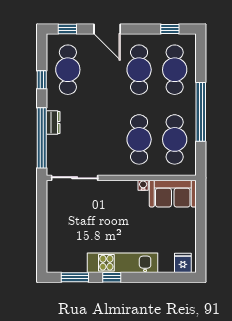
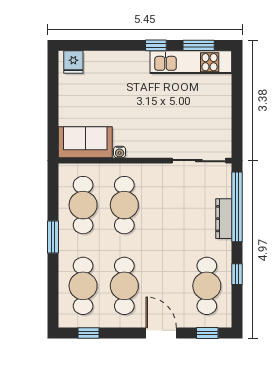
window: (201, 112) -> (53, 237), width x0.47
dresser: (53, 122) -> (224, 219), width x1.44
kitchen unit: (123, 263) -> (191, 62), moved

